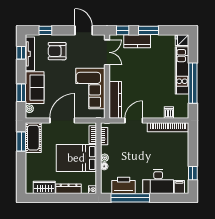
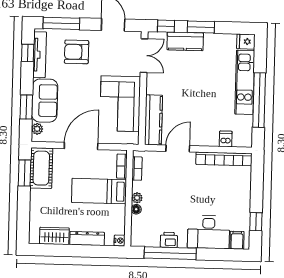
window: (45, 30) -> (61, 23), width x2.17
bed: (76, 158) -> (99, 191), width x0.67
printer: (124, 185) -> (169, 240), width x0.53, depth x0.68

